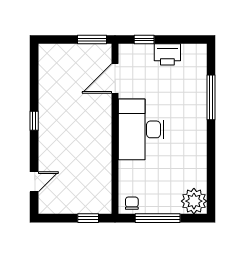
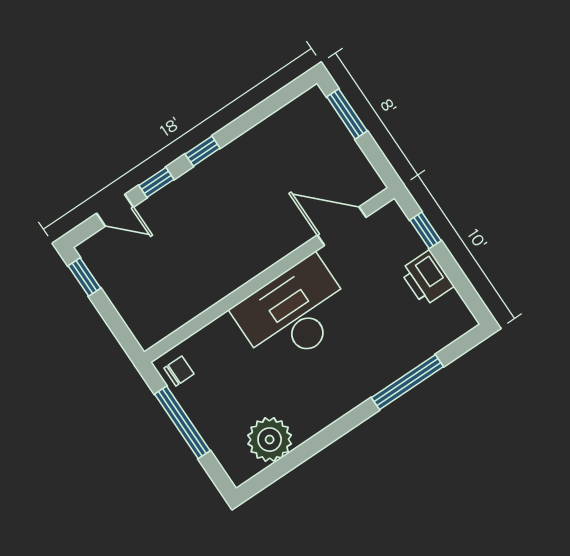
window: (92, 40) -> (347, 114), moved
window: (34, 153) -> (156, 182), added
plant: (194, 201) -> (270, 440), moved
window: (88, 218) -> (84, 277), moved

